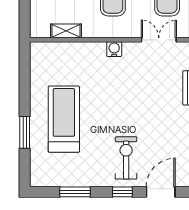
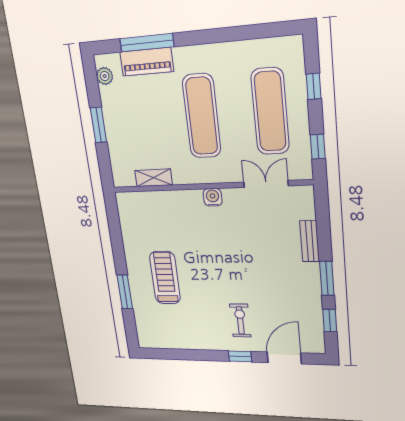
treadmill: (64, 119) -> (165, 278), width x0.73, depth x0.73
exercise bike: (126, 158) -> (240, 320), width x0.73, depth x0.72
window: (75, 192) -> (188, 355), removed

